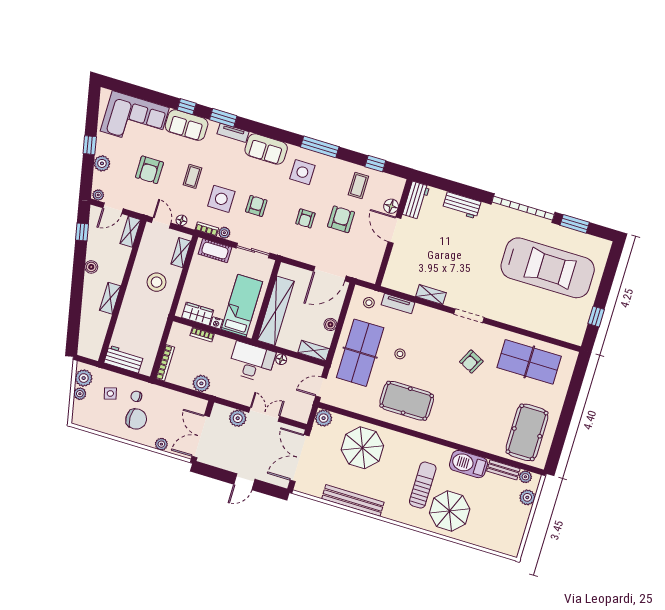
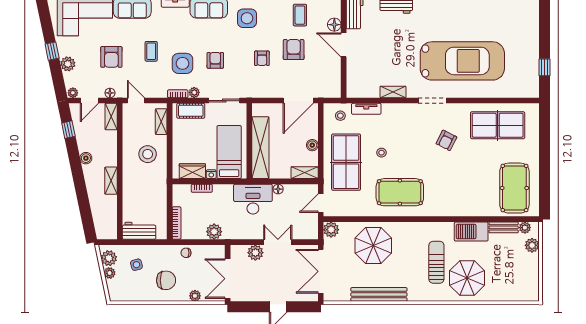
floor lamp: (181, 220) -> (110, 93), moved
car: (548, 268) -> (462, 61), moved
chair: (136, 396) -> (186, 253), moved

